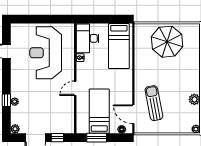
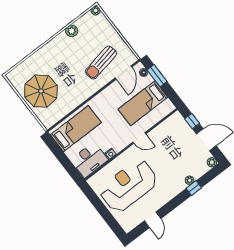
reception desk: (46, 53) -> (129, 186), turned 180
window: (97, 138) -> (157, 76), moved

